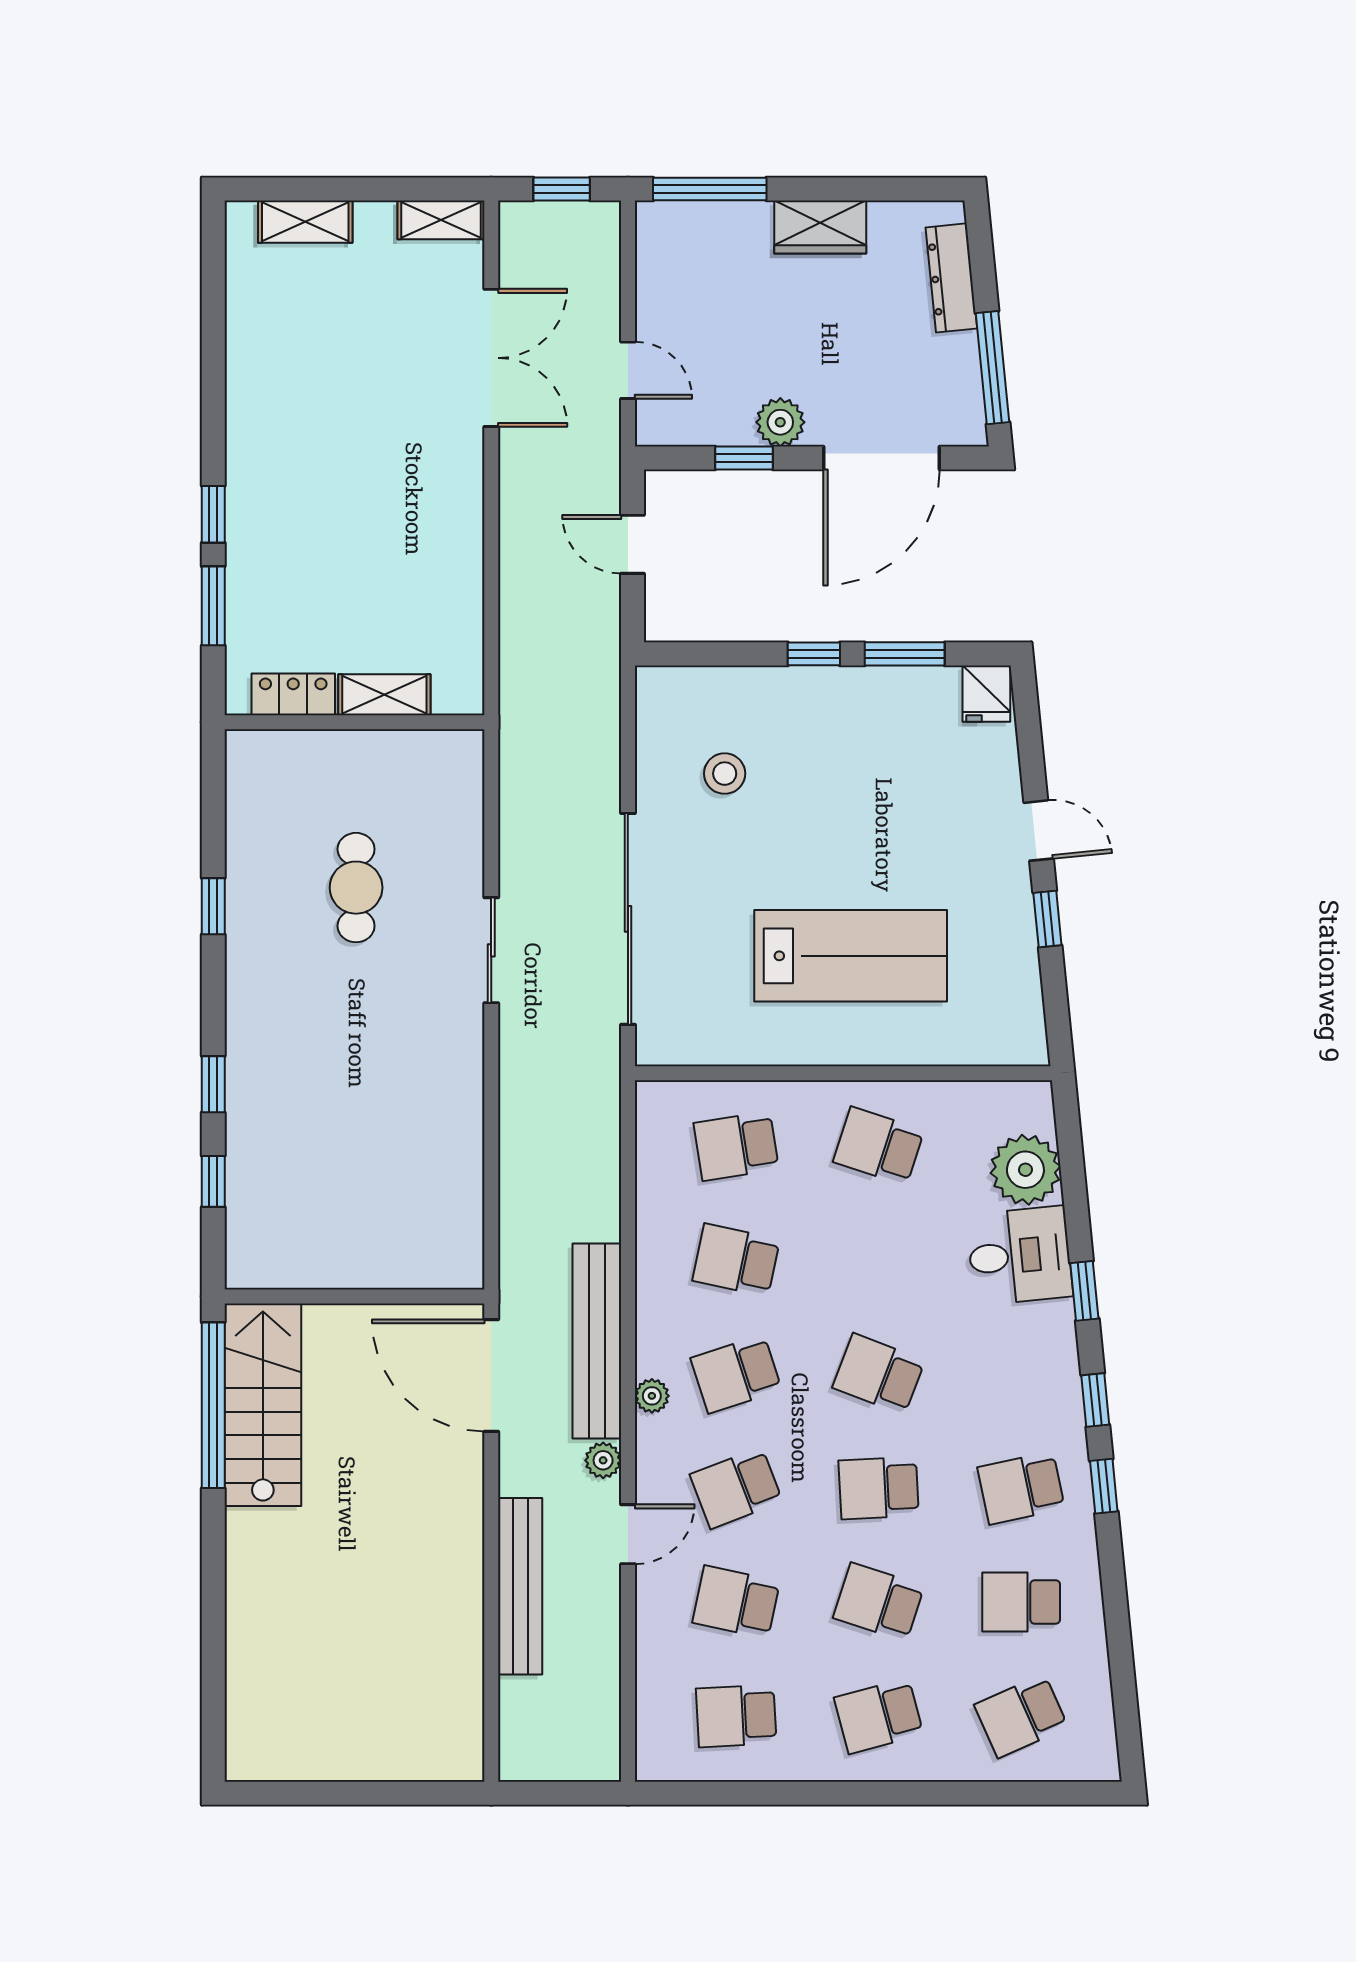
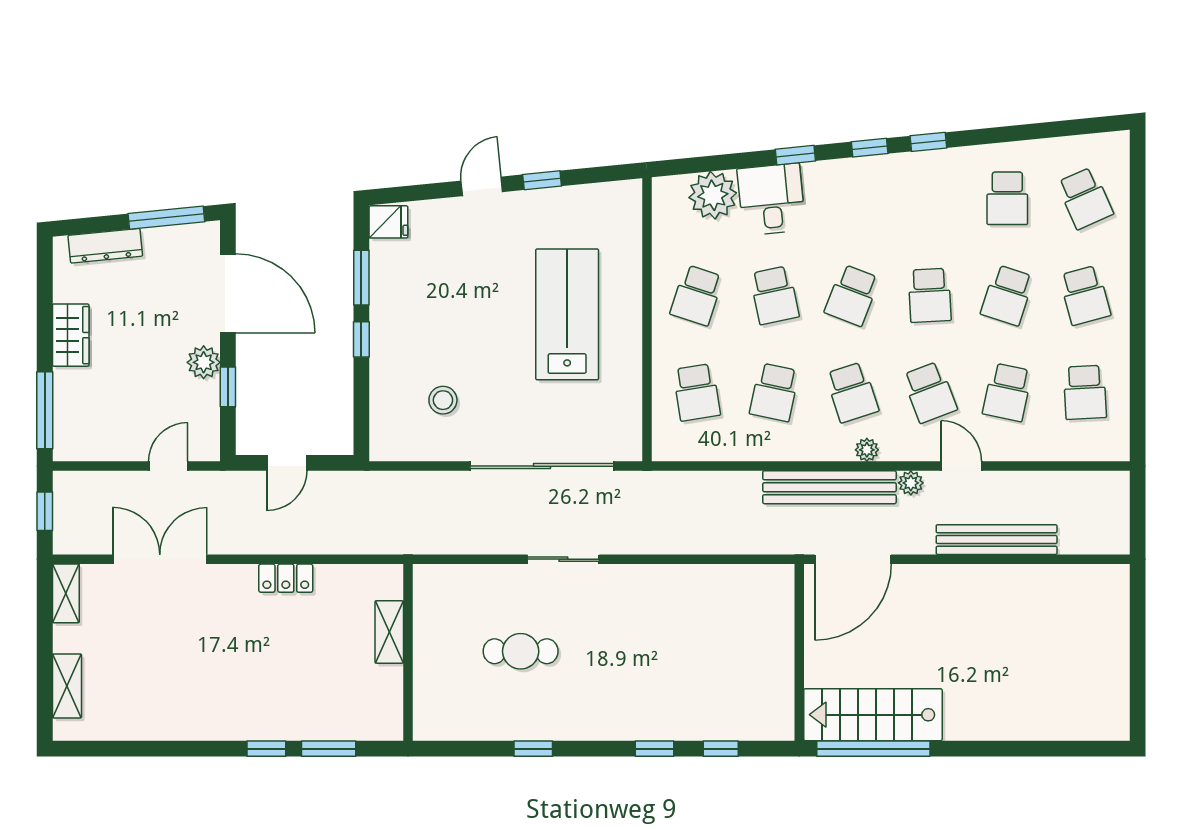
locker: (293, 694) -> (286, 578), moved, turned -90
school desk: (1021, 1488) -> (774, 295), moved

